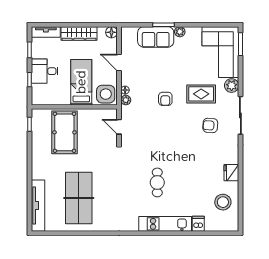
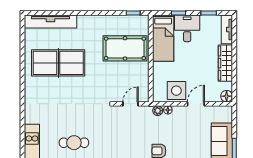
bed: (81, 82) -> (163, 38), moved, turned 90
side table: (106, 94) -> (176, 91), moved

